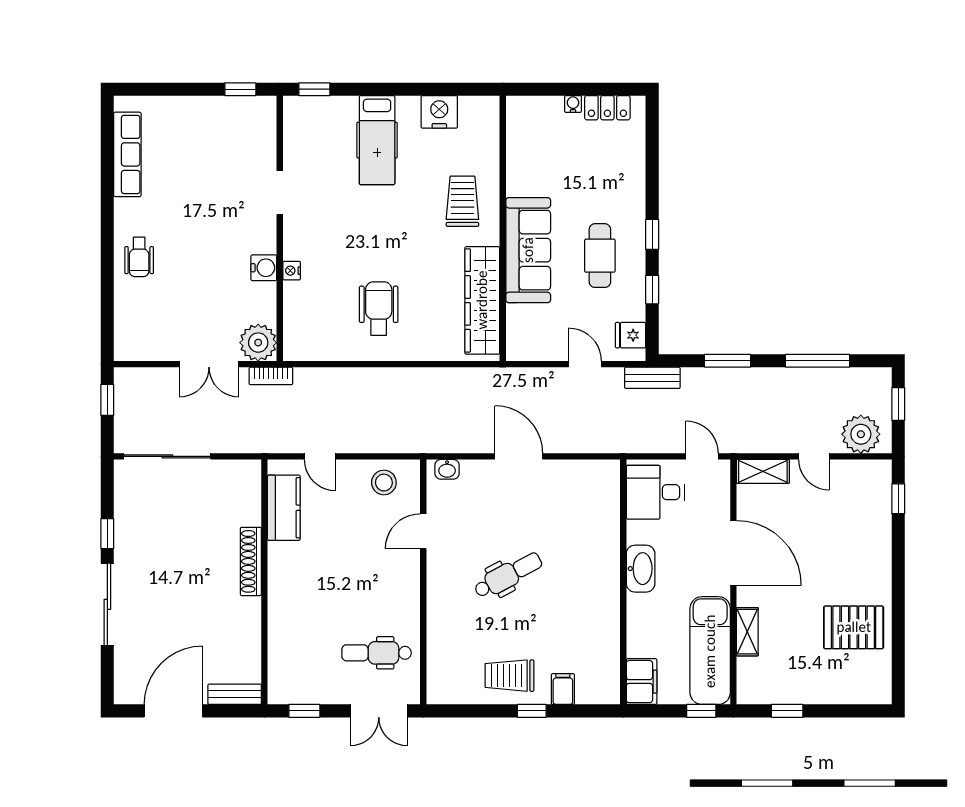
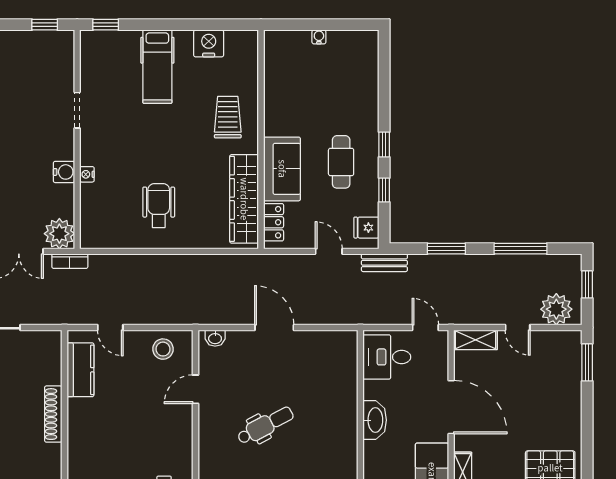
locker: (607, 108) -> (274, 222), moved, turned -90
sofa: (528, 250) -> (282, 169), width x0.73
window: (898, 499) -> (587, 362), width x1.50

